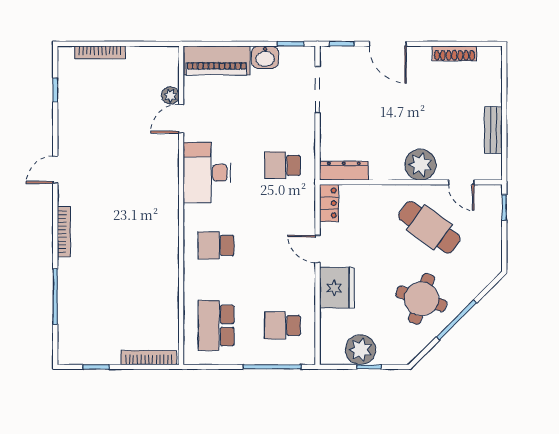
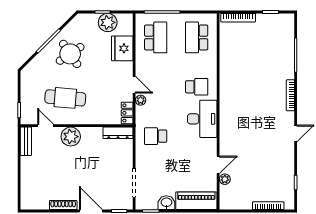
shoe rack: (454, 53) -> (63, 205), moved
bench: (493, 130) -> (26, 141), moved
school desk: (283, 165) -> (156, 136), turned 180
desk: (207, 173) -> (202, 119), moved
plant: (307, 224) -> (141, 100), added
cafe table: (429, 227) -> (65, 98), turned -31
fridge: (337, 288) -> (122, 48), moved
round table: (421, 299) -> (70, 54), turned 38
school desk: (216, 326) -> (197, 37), turned 180
school desk: (283, 326) -> (156, 37), width x1.85

